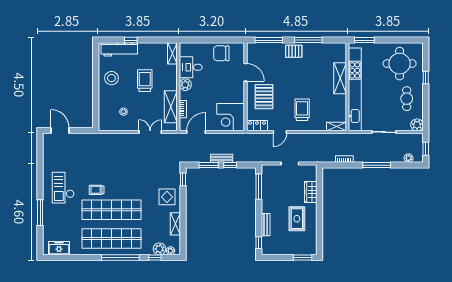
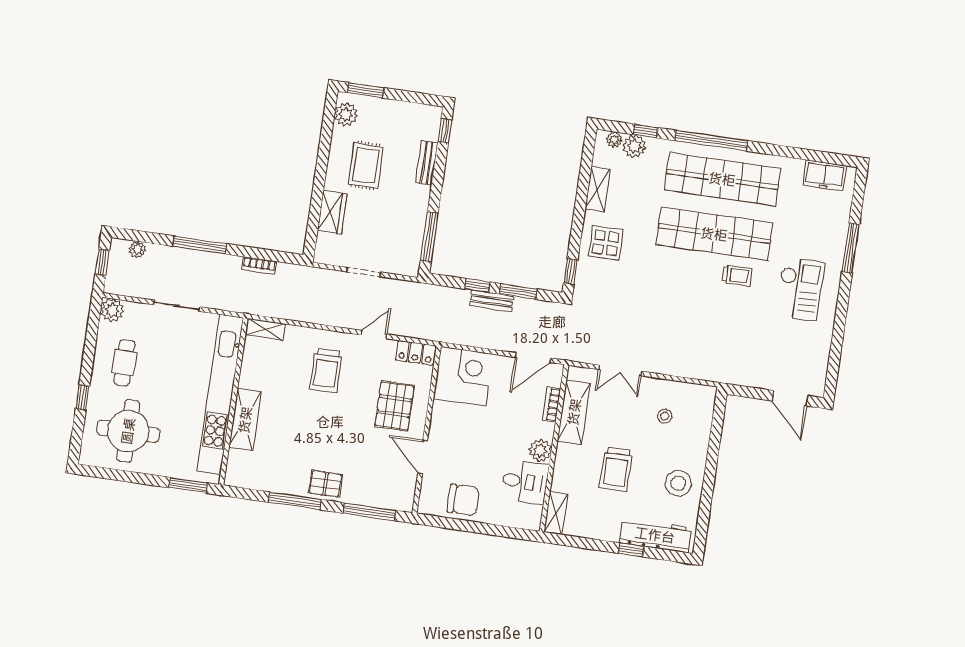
plant: (311, 244) -> (346, 115), added

